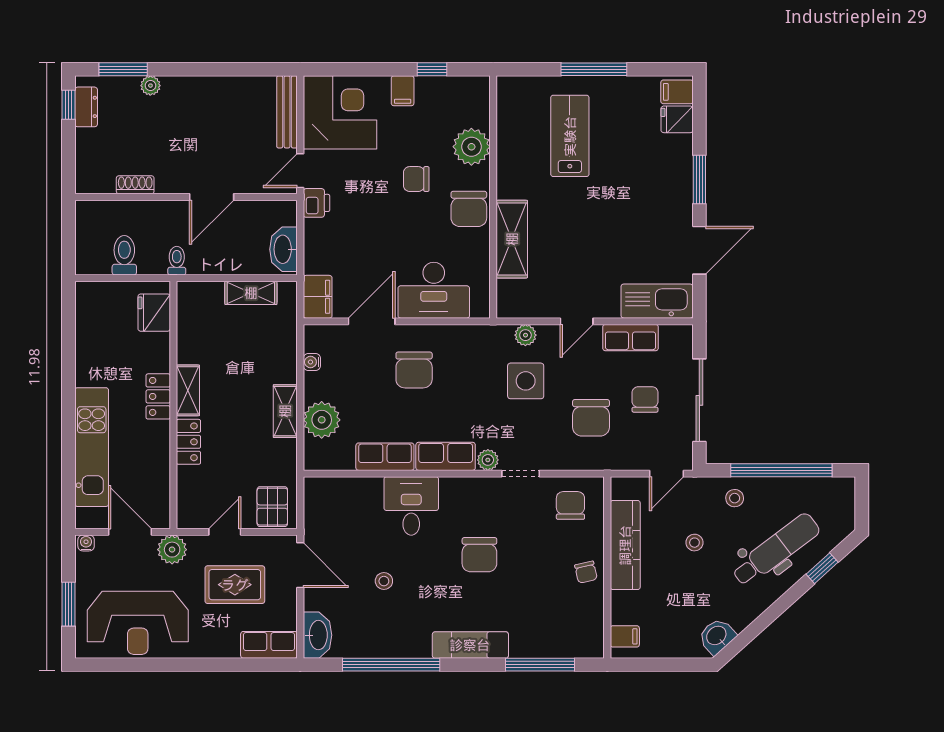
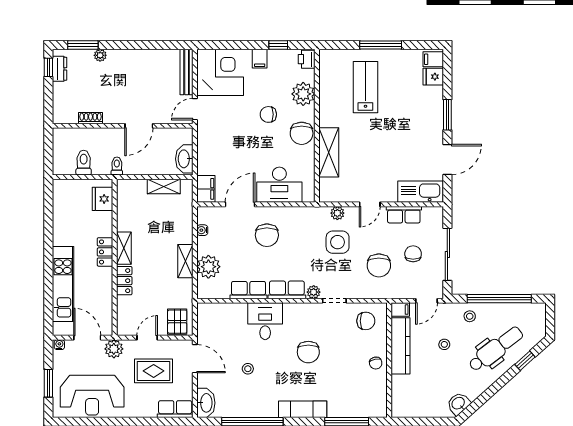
printer: (316, 203) -> (307, 59), moved, turned 180
chair: (570, 505) -> (366, 321), turned 90
filing cabinet: (625, 636) -> (400, 310), moved

